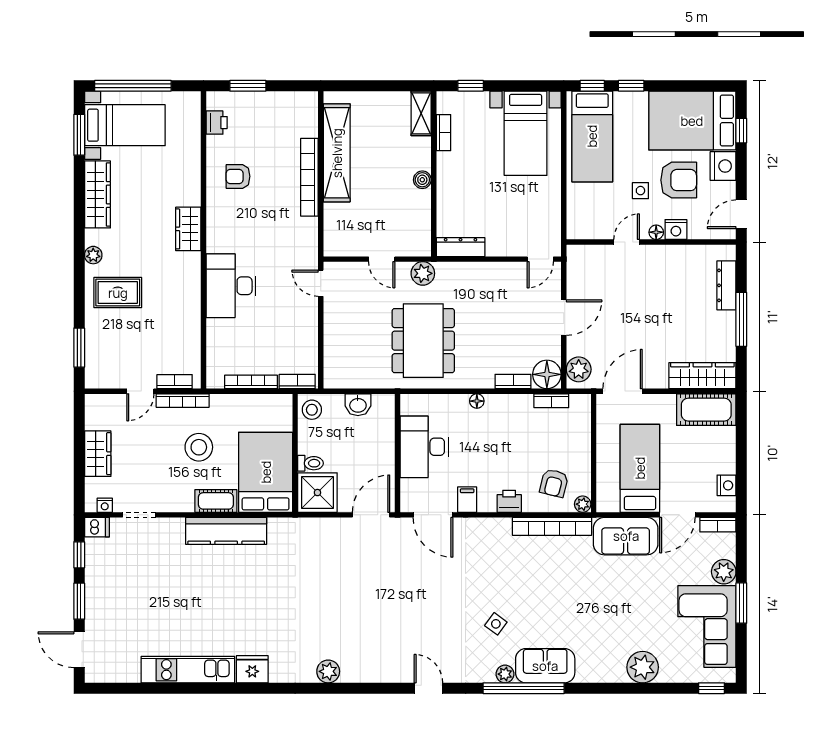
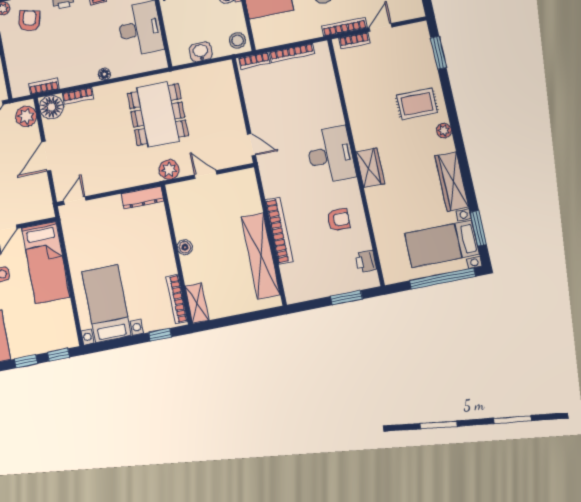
bookcase: (443, 133) -> (177, 299), width x1.56
bed: (592, 136) -> (46, 263), moved, turned 180
desk: (231, 286) -> (331, 155), moved

